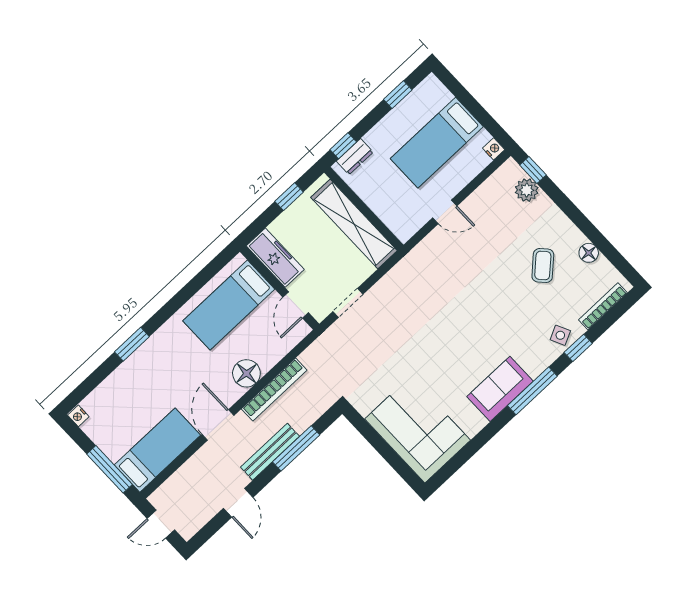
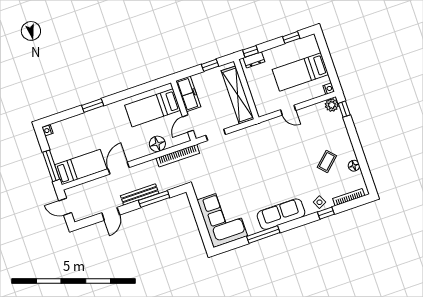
plant: (527, 190) -> (332, 105), moved
floor lamp: (246, 373) -> (157, 144), moved
sofa: (500, 389) -> (281, 214), width x1.36
bookcase: (274, 390) -> (178, 156), moved
window: (532, 391) -> (263, 235), moved

